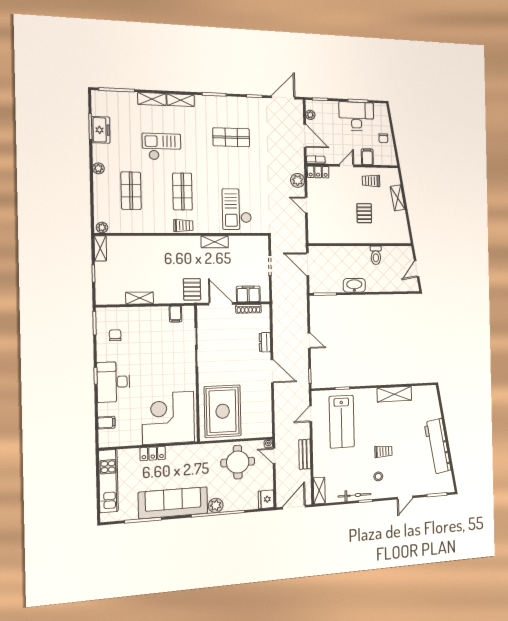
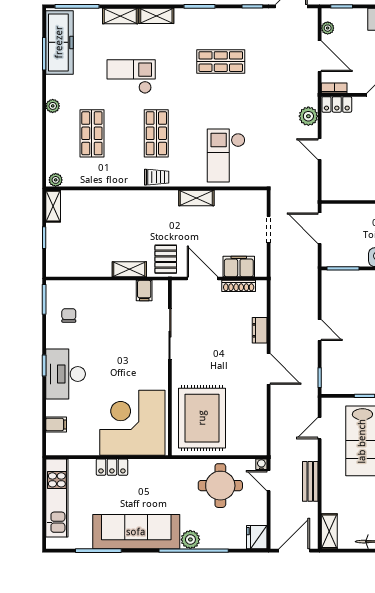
freezer: (101, 130) -> (59, 42), width x1.91, depth x1.26
shelving: (140, 298) -> (129, 269), moved

